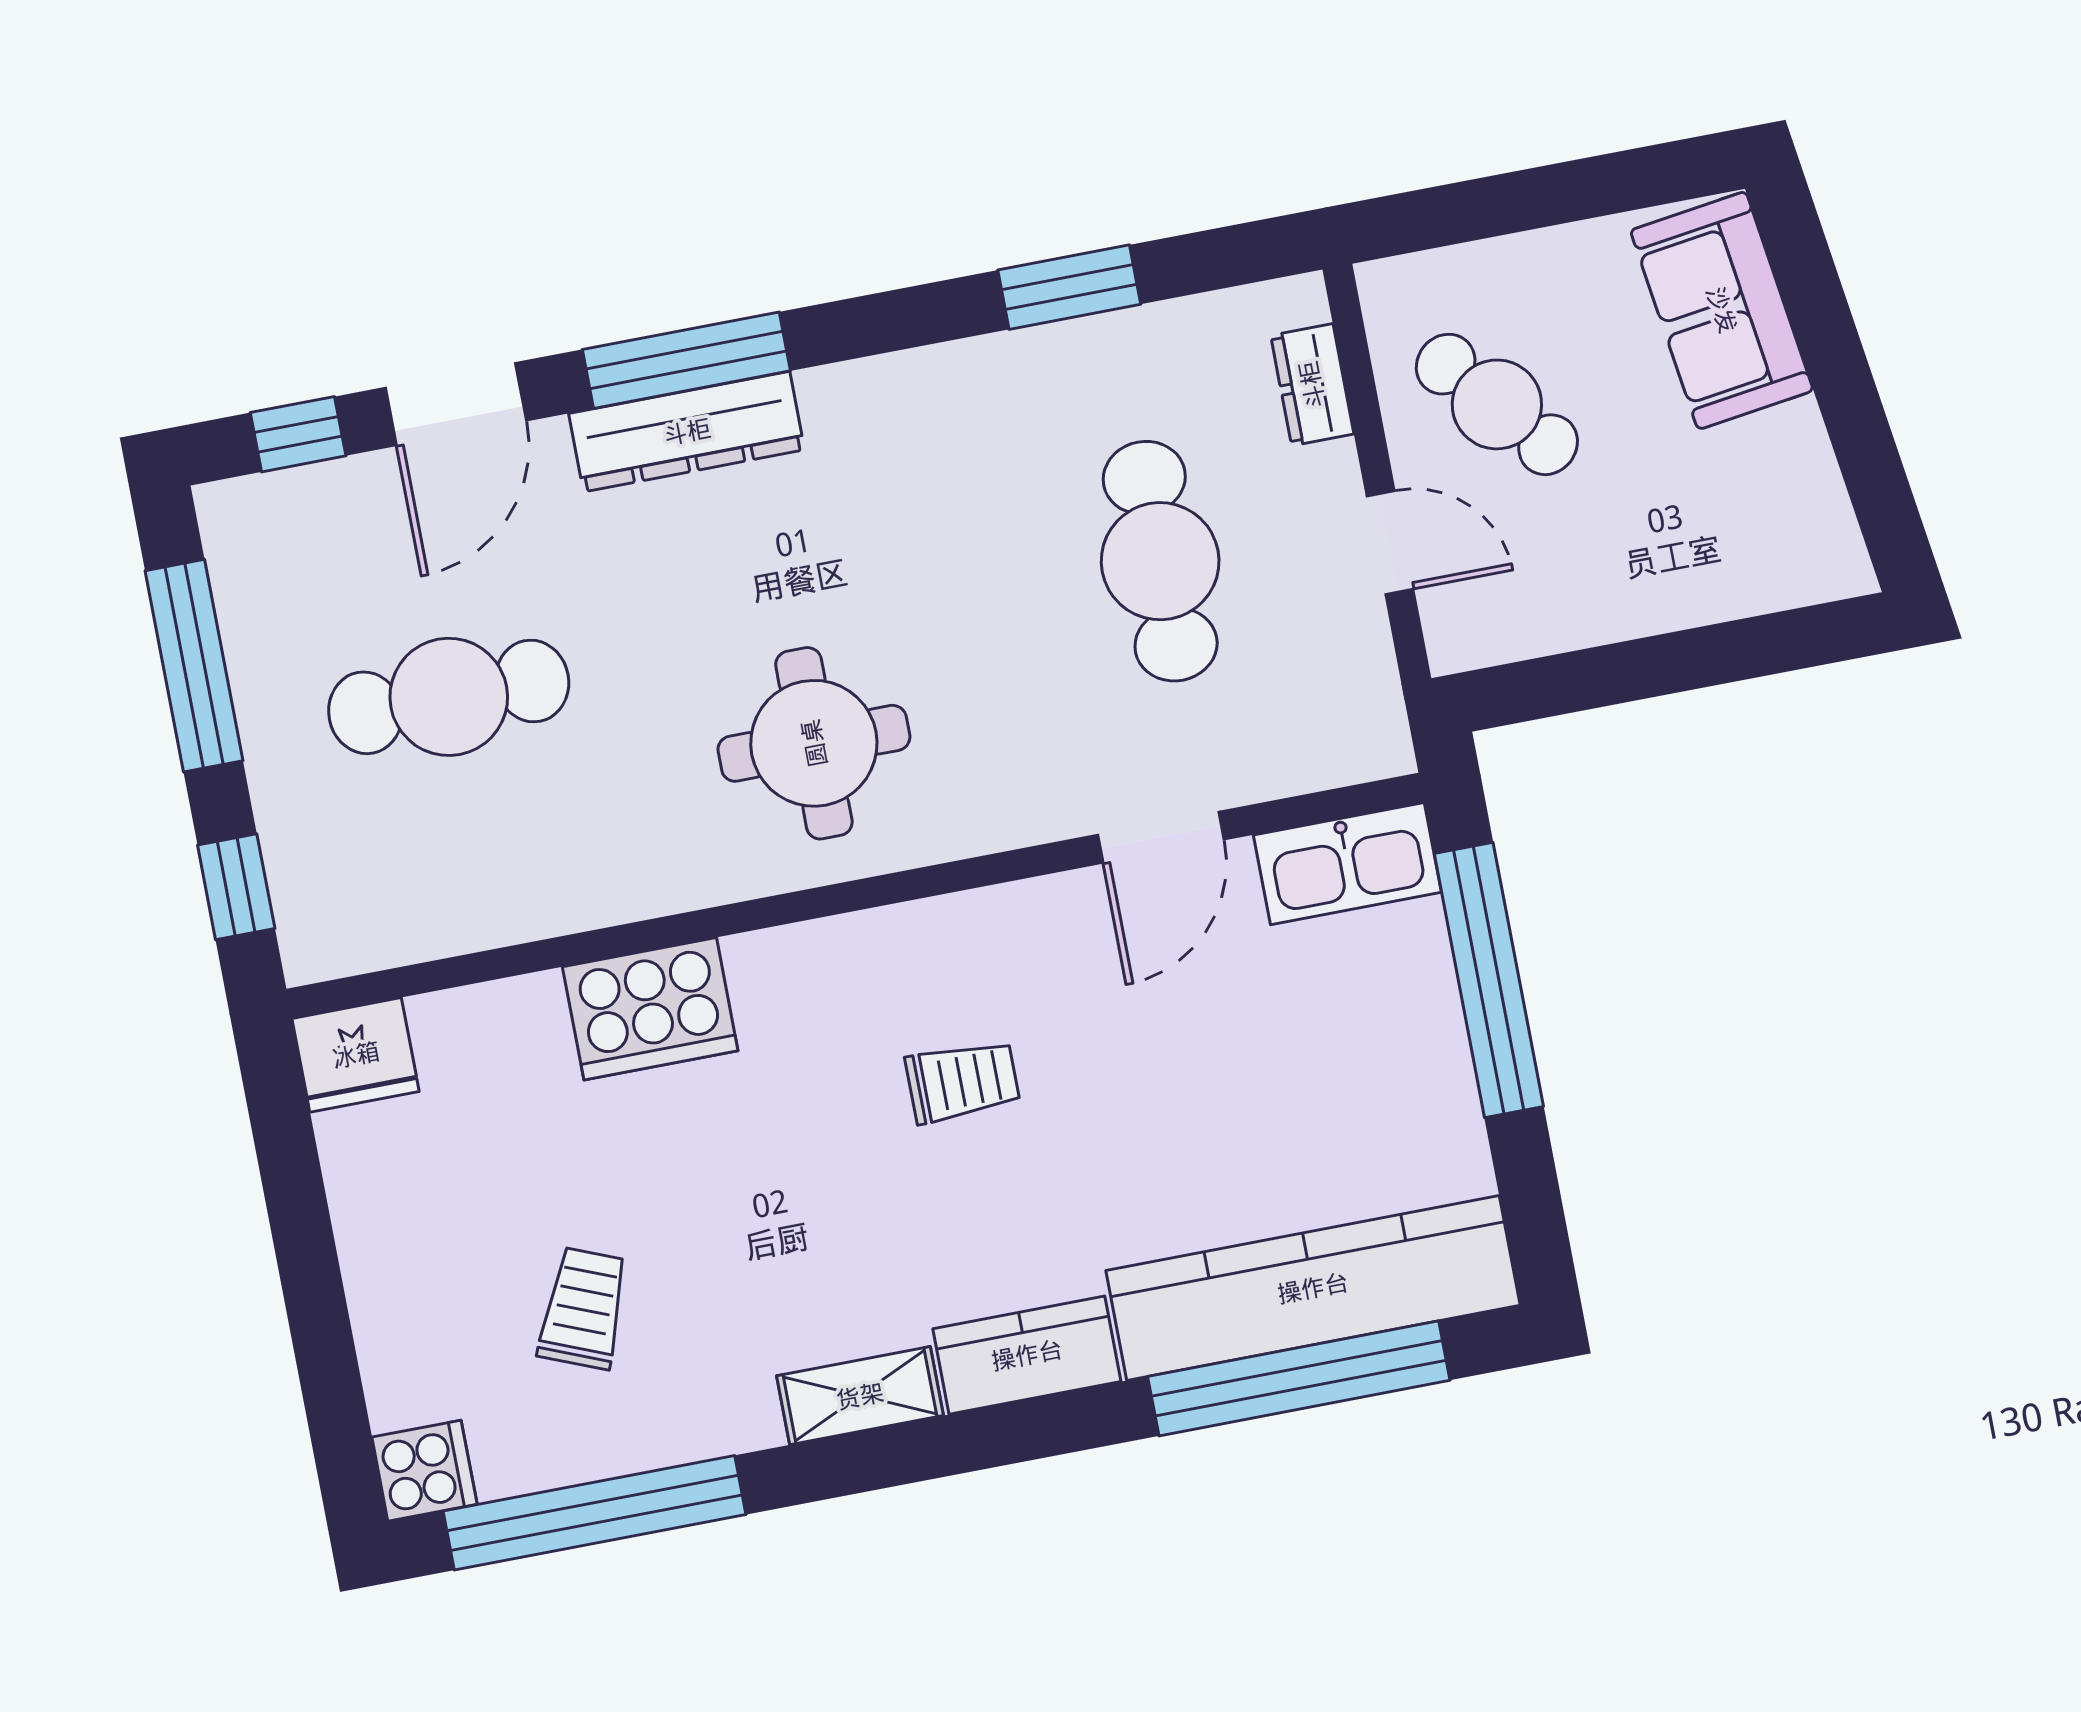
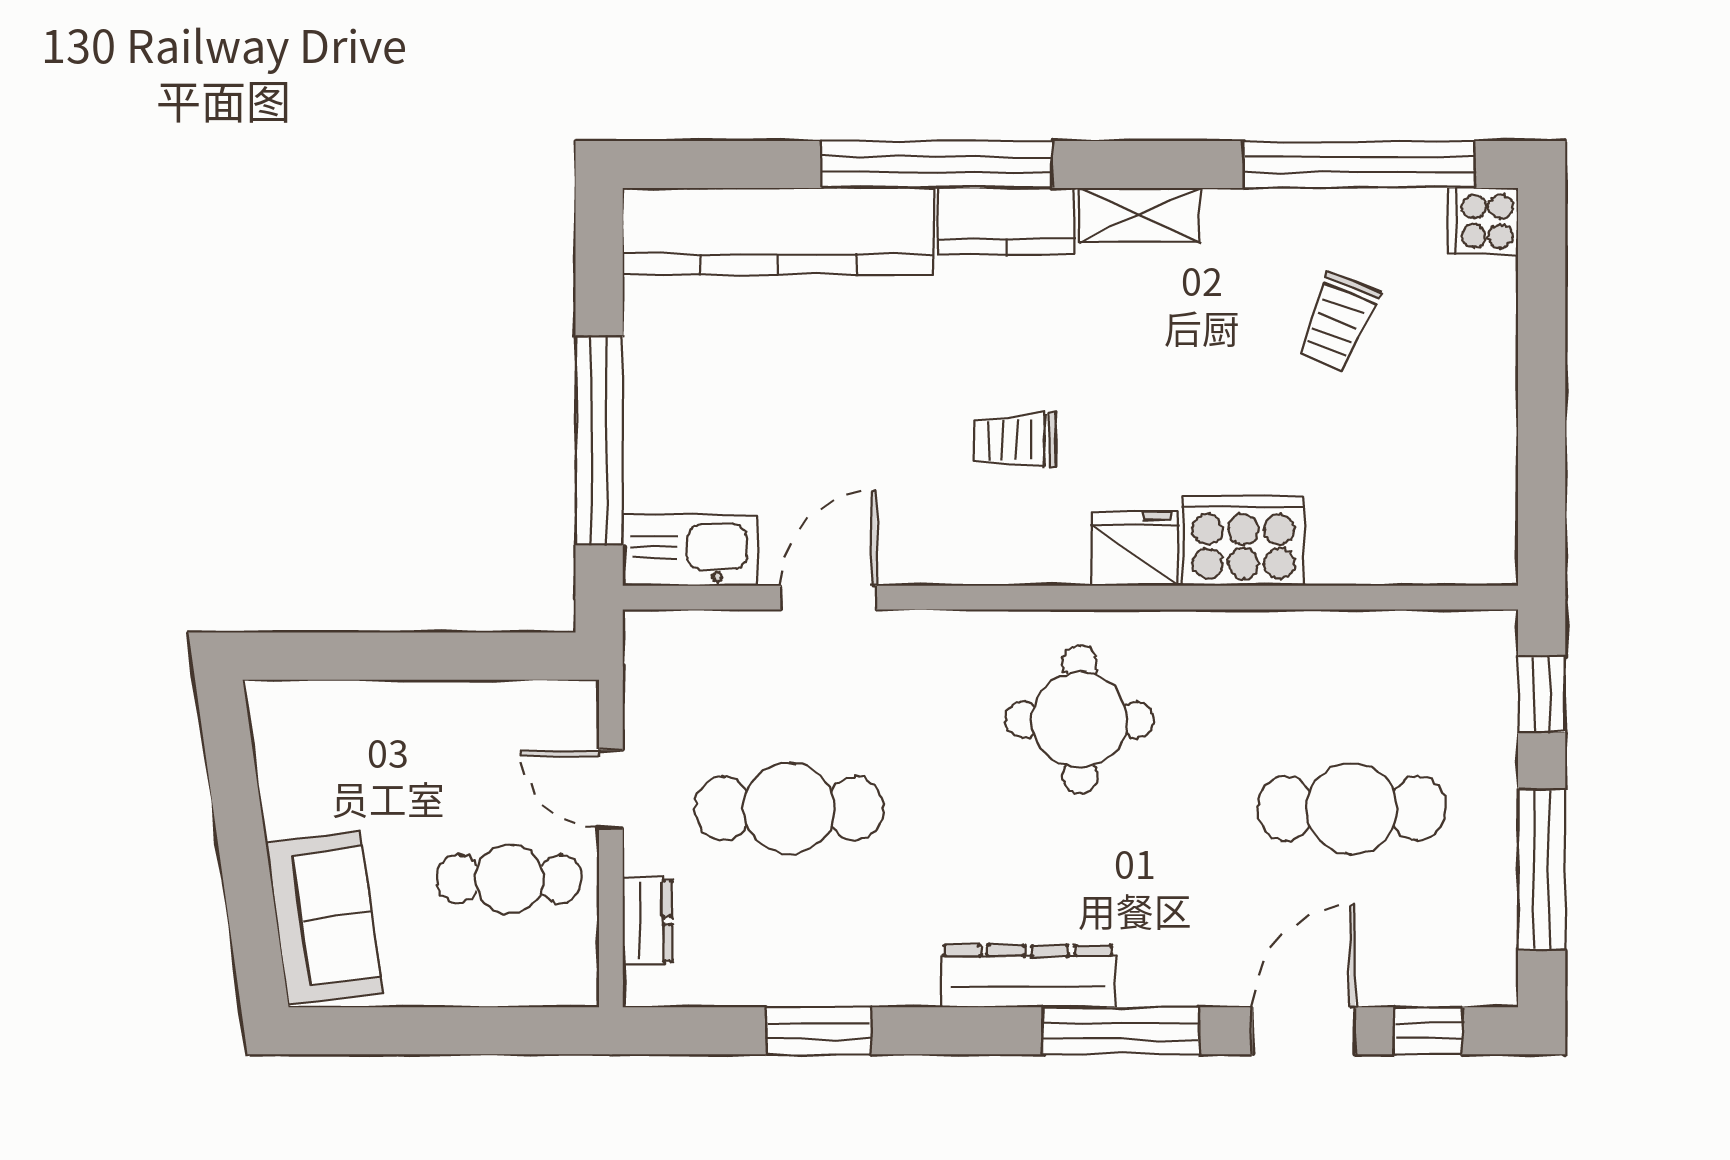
cafe table: (1497, 404) -> (509, 879), turned -49
dresser: (687, 432) -> (1028, 976), moved
cafe table: (1160, 561) -> (789, 808), turned 90
fridge: (356, 1055) -> (1135, 549), moved
window: (1299, 1378) -> (937, 164), moved

